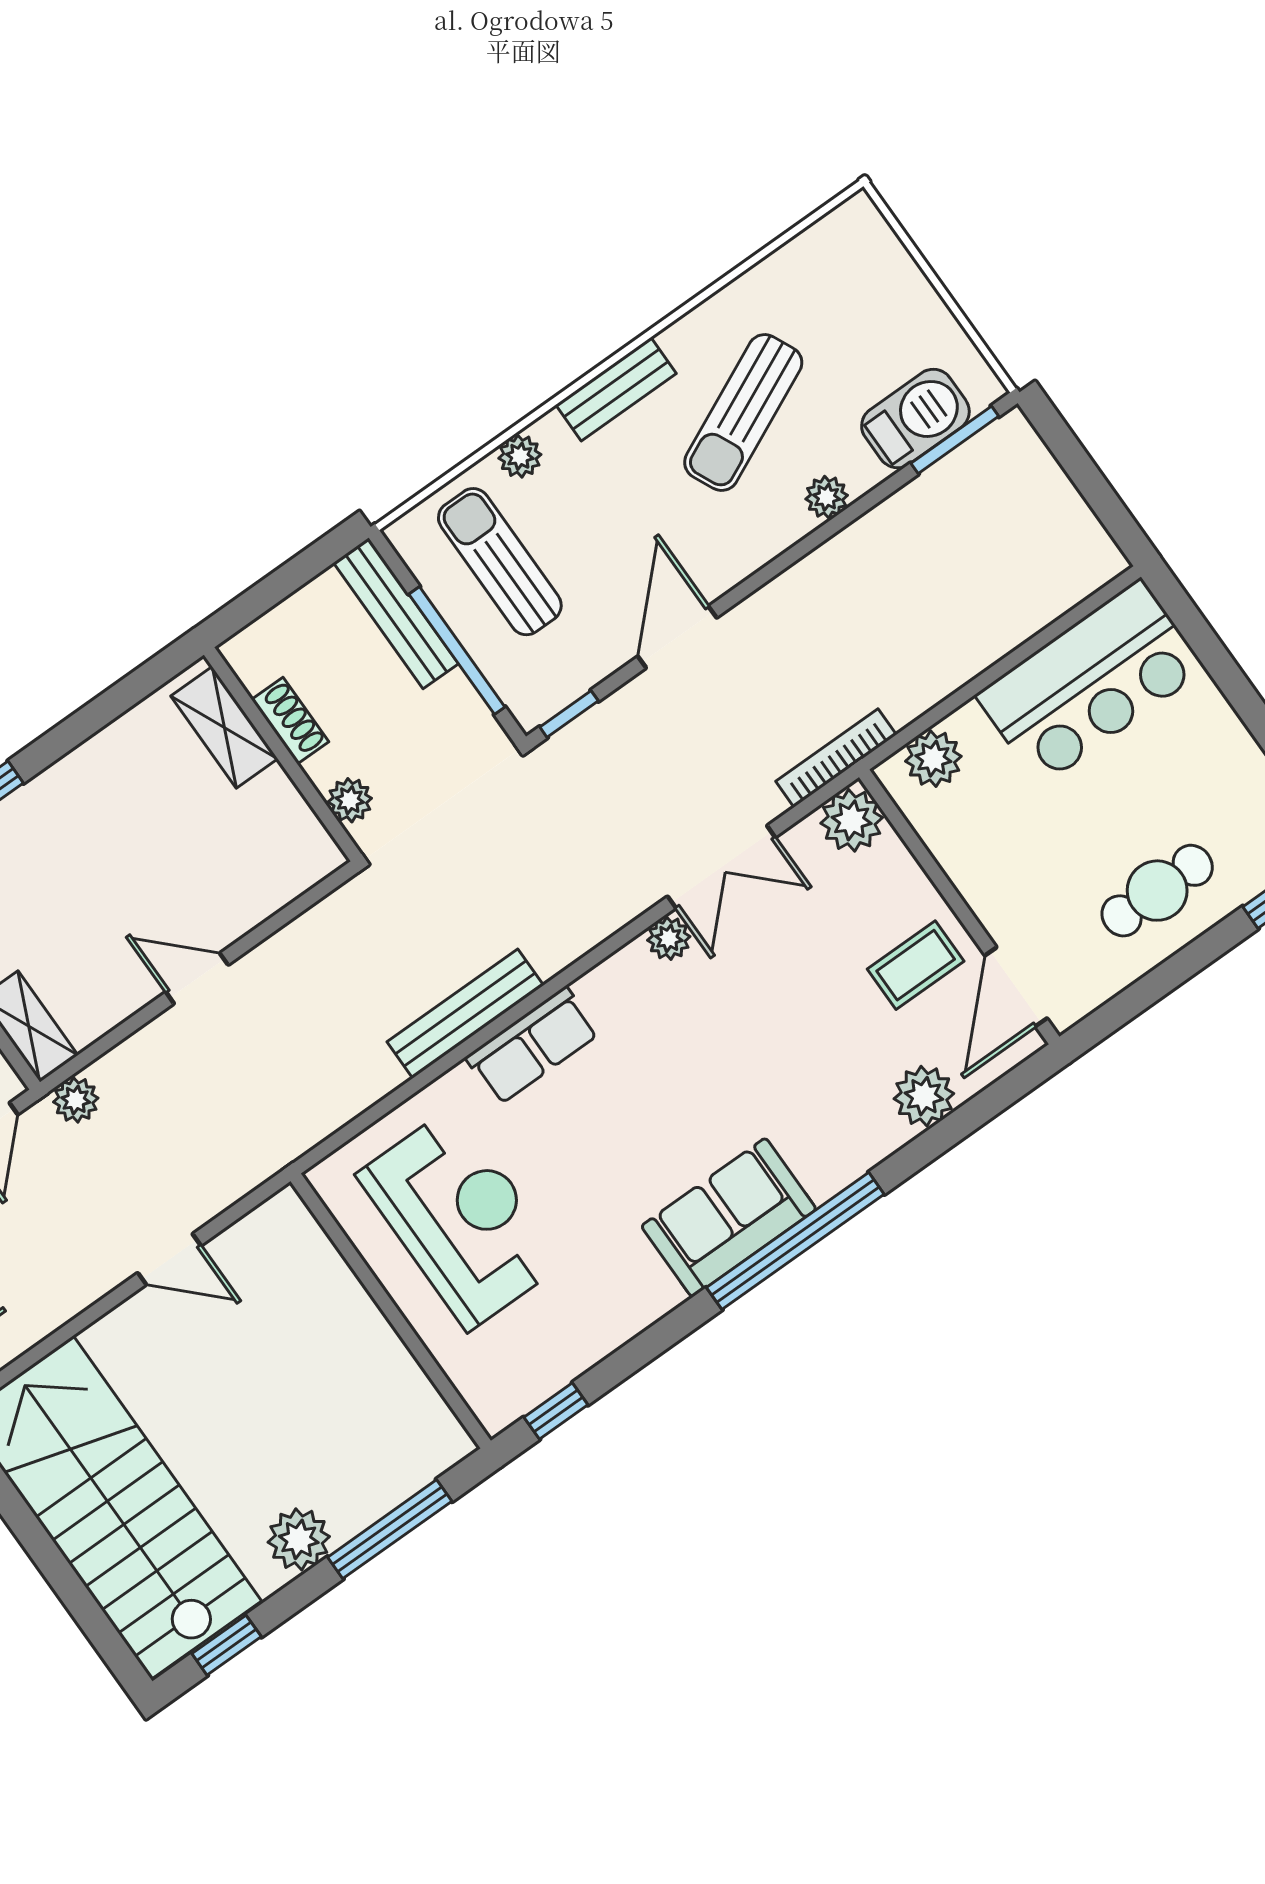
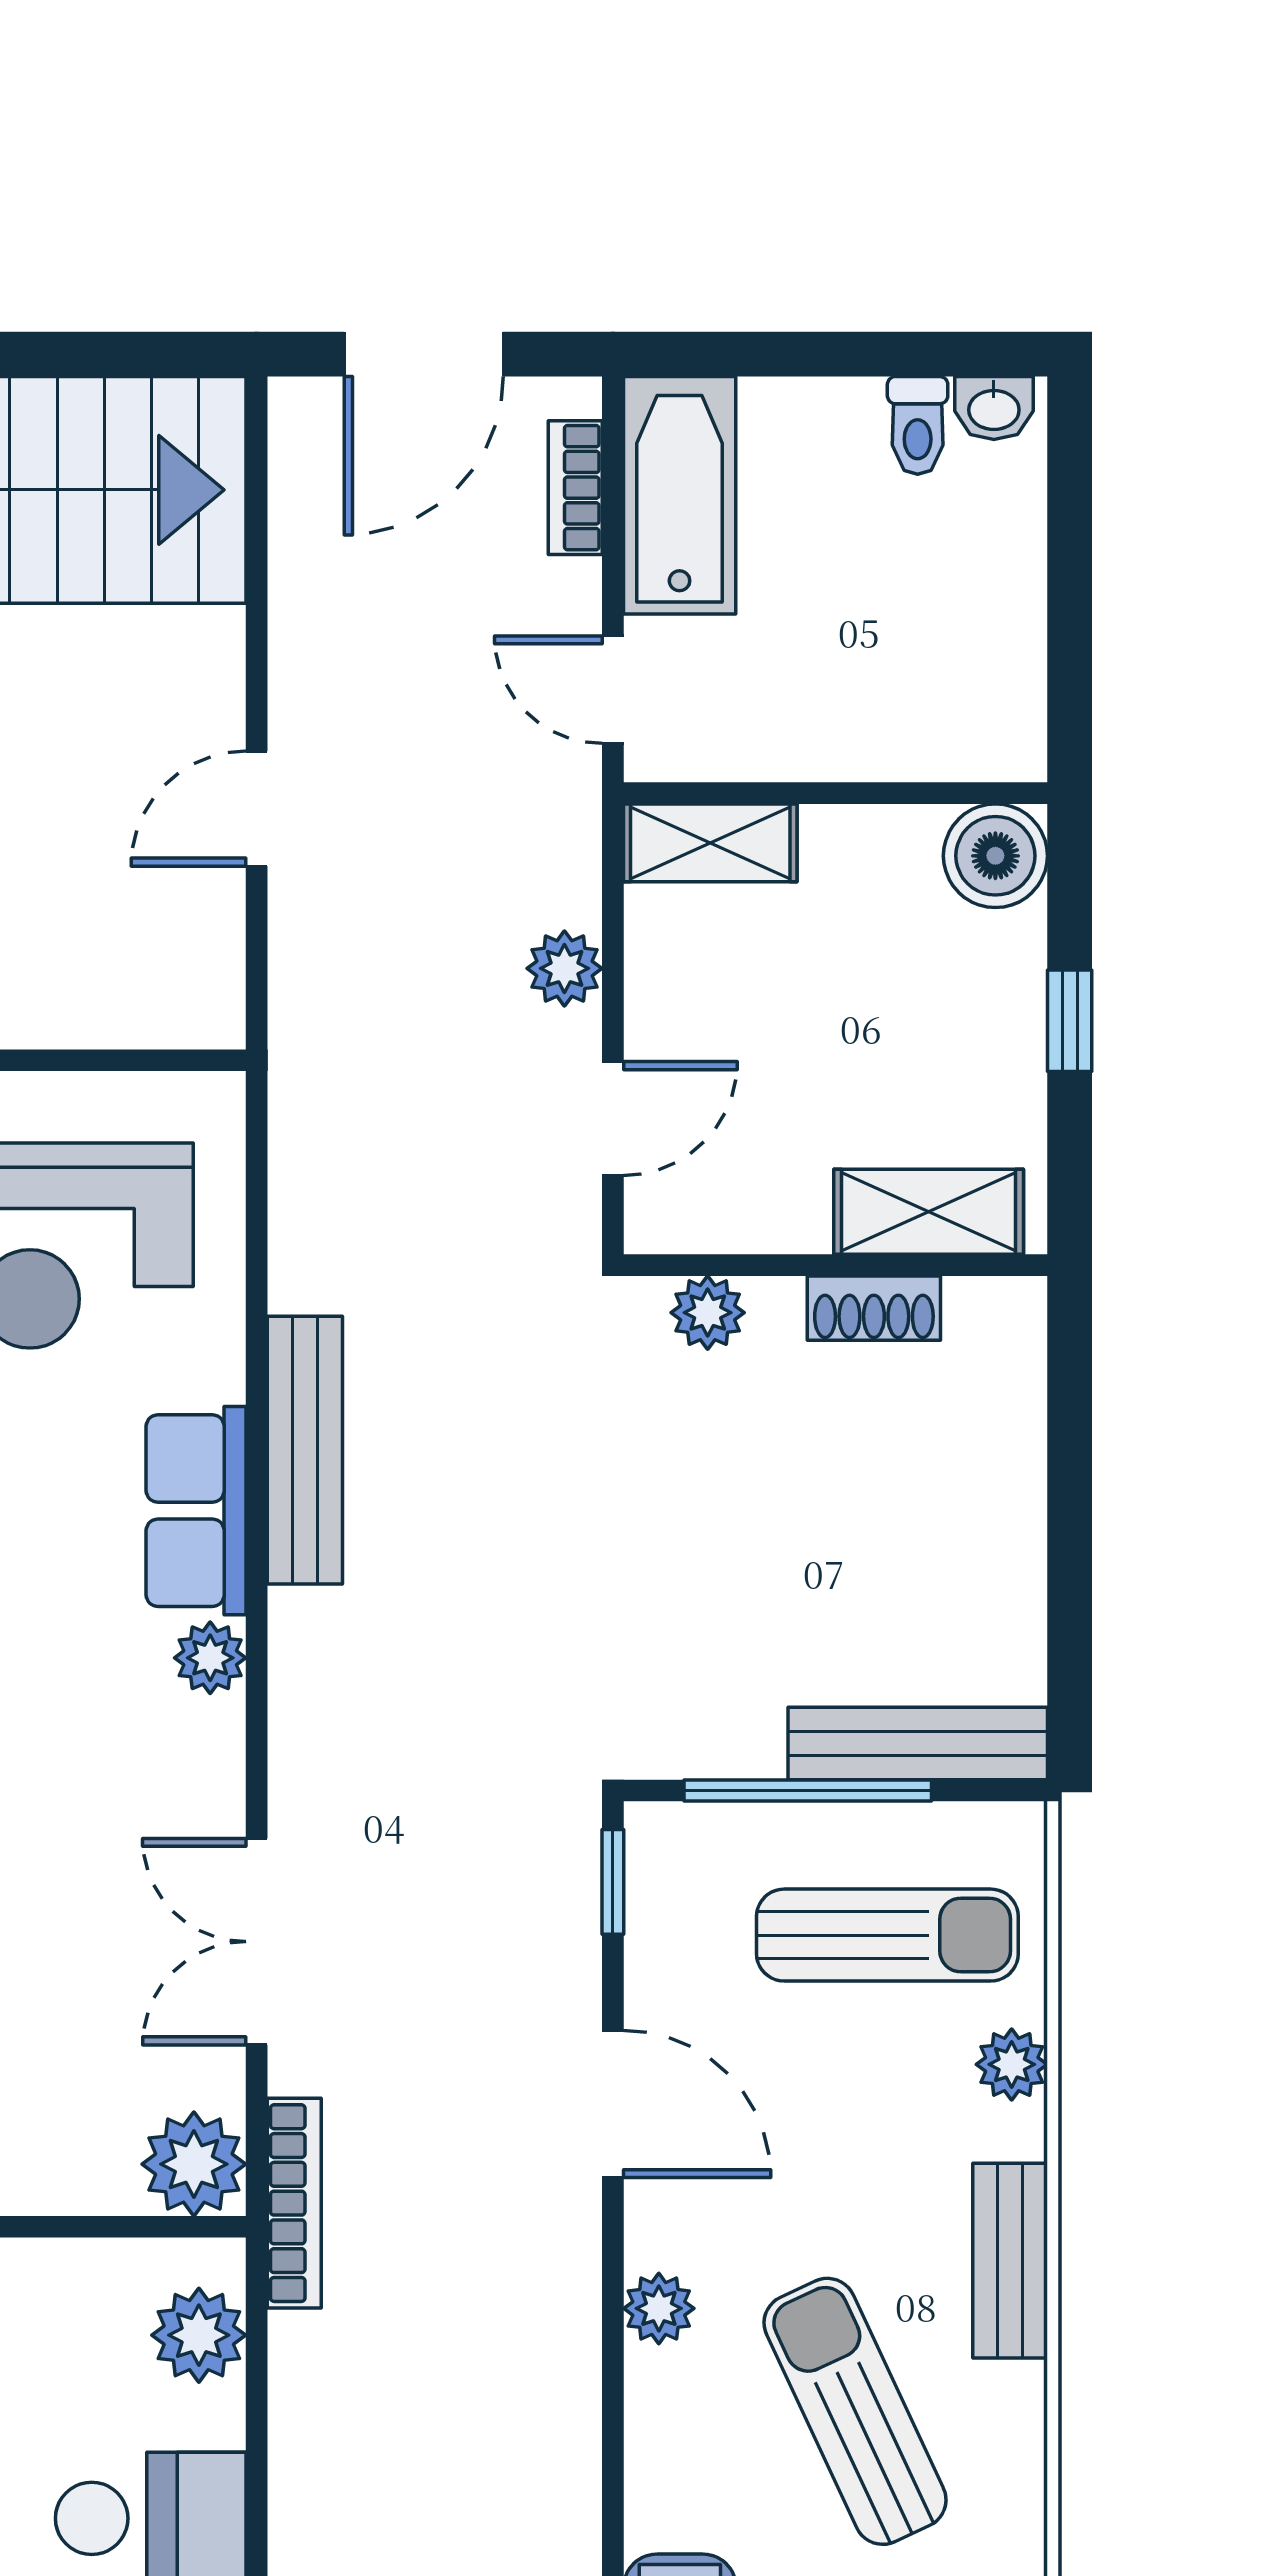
plant: (827, 497) -> (659, 2308), moved
shoe rack: (290, 721) -> (874, 1308), moved
shelving: (224, 727) -> (929, 1212), moved
wall: (282, 754) -> (835, 1265), moved
plant: (350, 800) -> (708, 1313), moved
plant: (669, 938) -> (210, 1658), moved
plant: (76, 1100) -> (564, 968), moved

